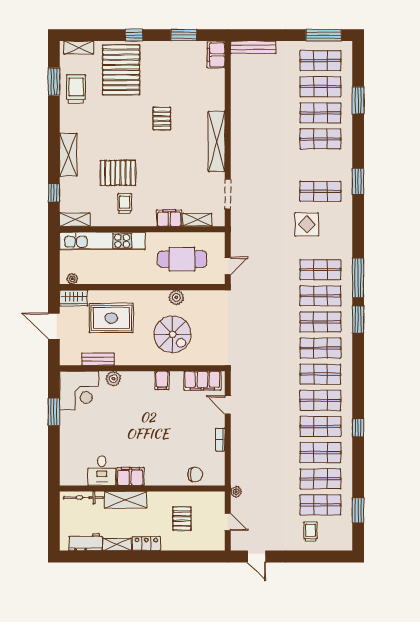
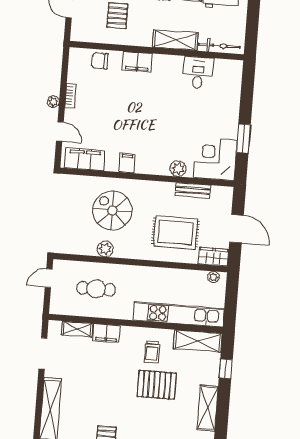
shelving: (75, 220) -> (198, 341), width x1.50, depth x1.33
cafe table: (182, 259) -> (96, 289), width x0.73, depth x0.74
filing cabinet: (130, 476) -> (137, 62), moved
plant: (236, 492) -> (53, 102), moved

